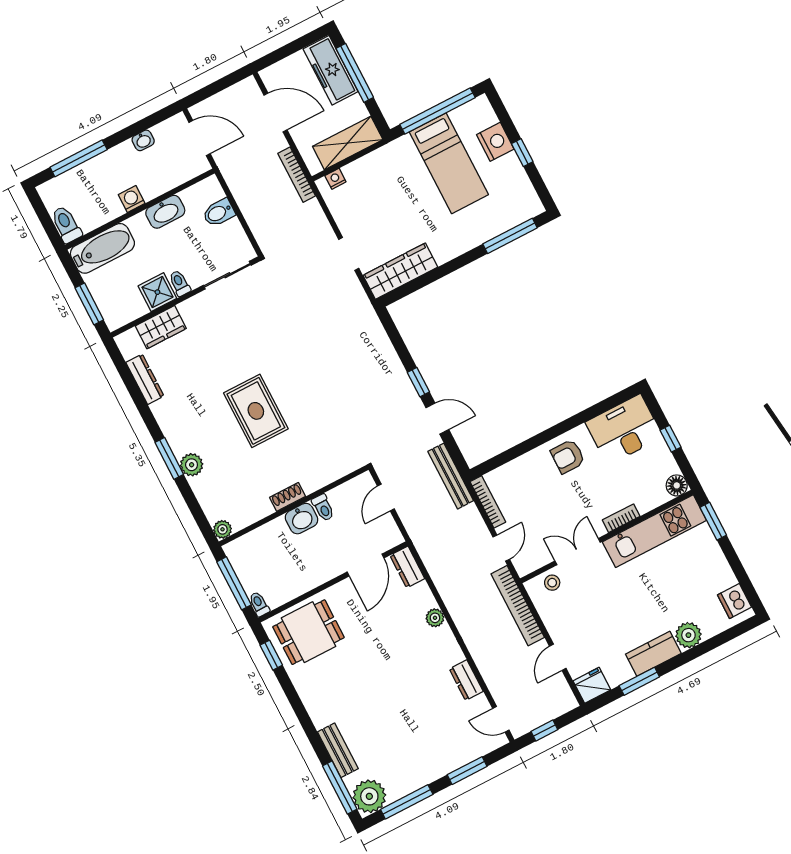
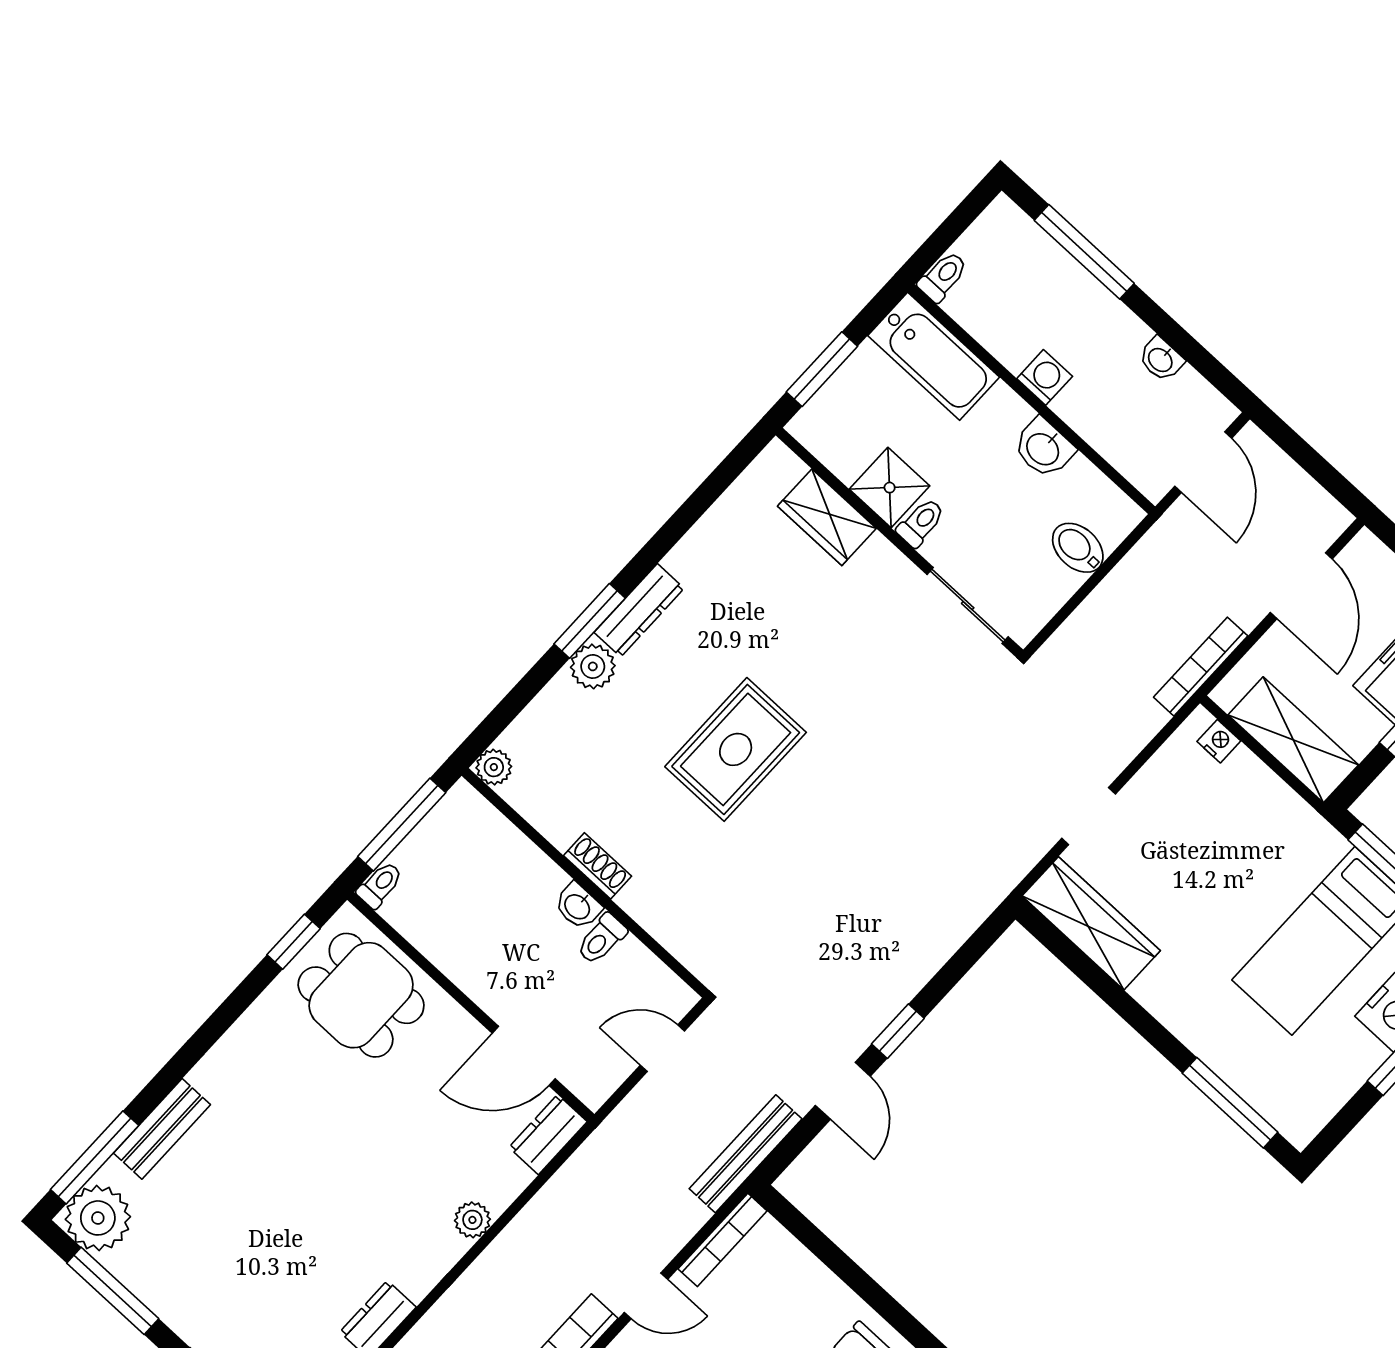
washbasin: (165, 212) -> (1044, 448), width x0.72
toilet: (66, 225) -> (943, 277), width x0.73, depth x0.72
dresser: (145, 379) -> (639, 610), moved
washbasin: (302, 519) -> (578, 906), width x0.72, depth x0.69

